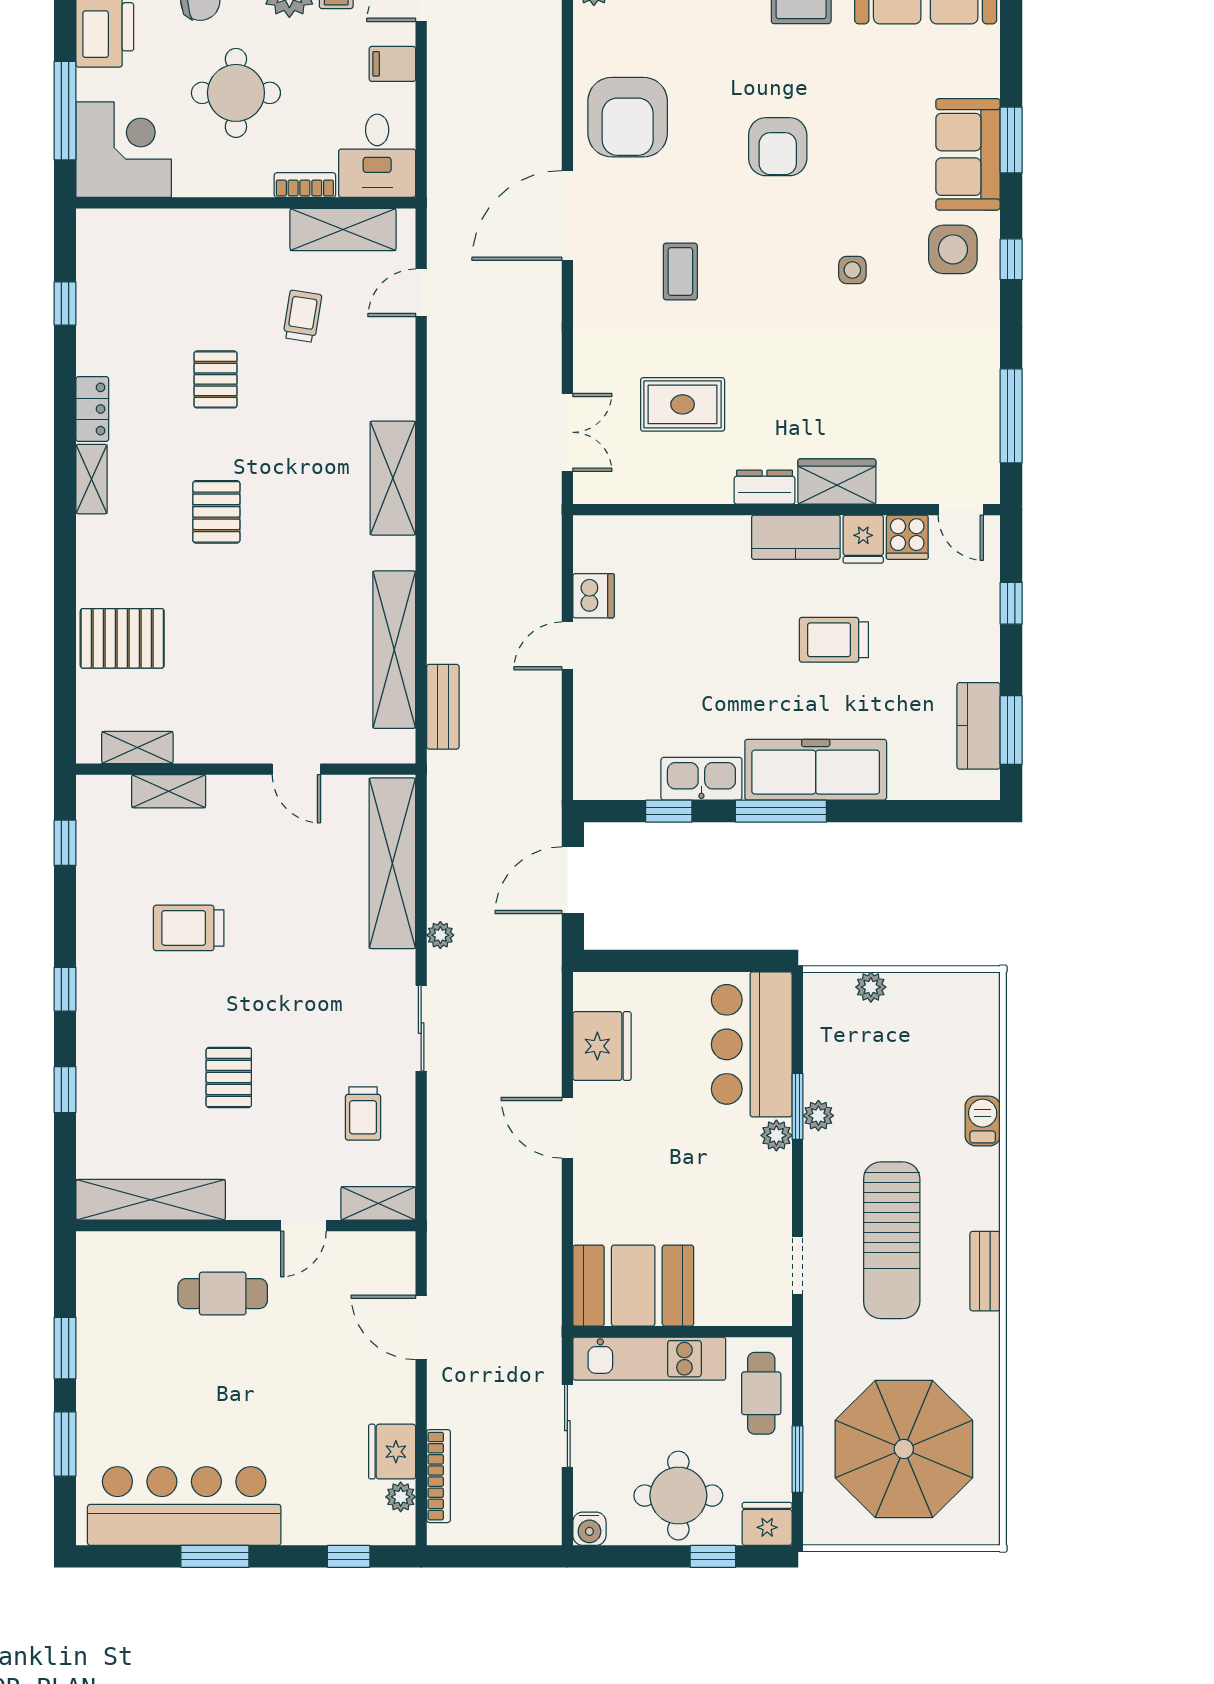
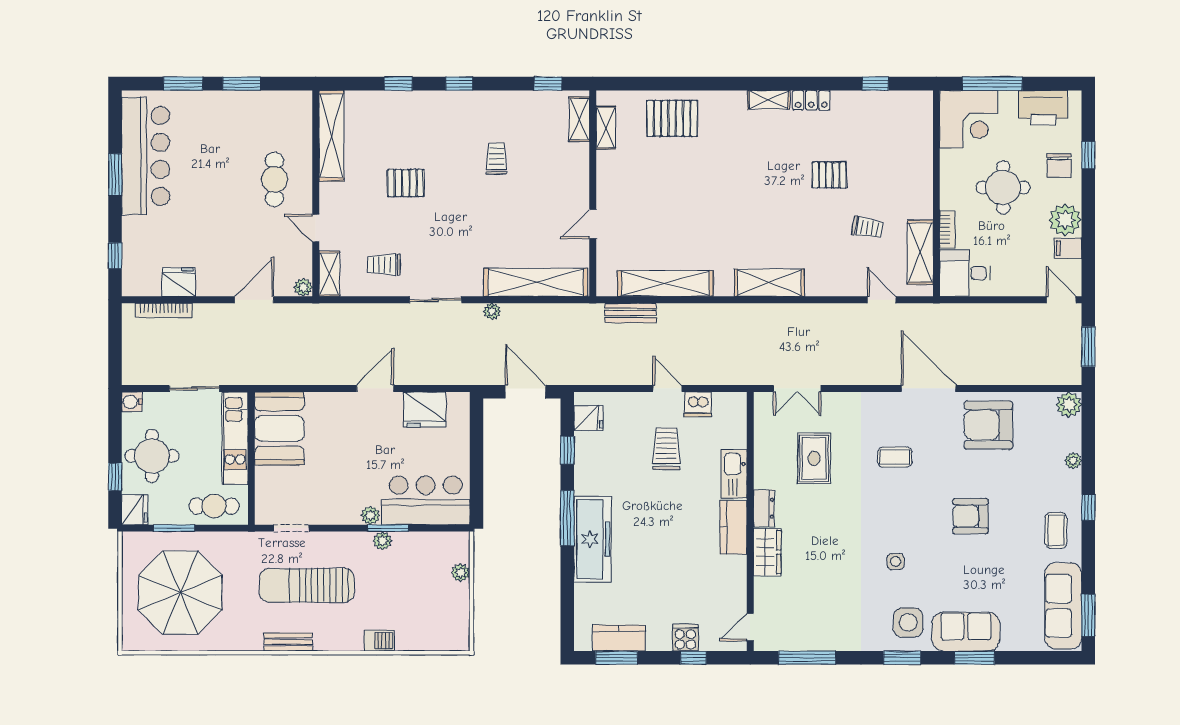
filing cabinet: (392, 64) -> (1021, 282), removed
window: (1011, 259) -> (902, 658), width x1.50
pallet: (216, 512) -> (749, 175), removed
cooker: (907, 537) -> (685, 638), moved, turned 90
fridge: (863, 539) -> (589, 418), moved, turned 180
pallet: (122, 638) -> (672, 118), turned 90
trolley: (834, 640) -> (666, 449), moved
kitchen sink: (701, 779) -> (734, 474), moved, turned 180
shelving: (169, 791) -> (579, 119), moved
trolley: (189, 928) -> (496, 159), width x0.73, depth x0.72
plant: (401, 1497) -> (303, 287), moved

